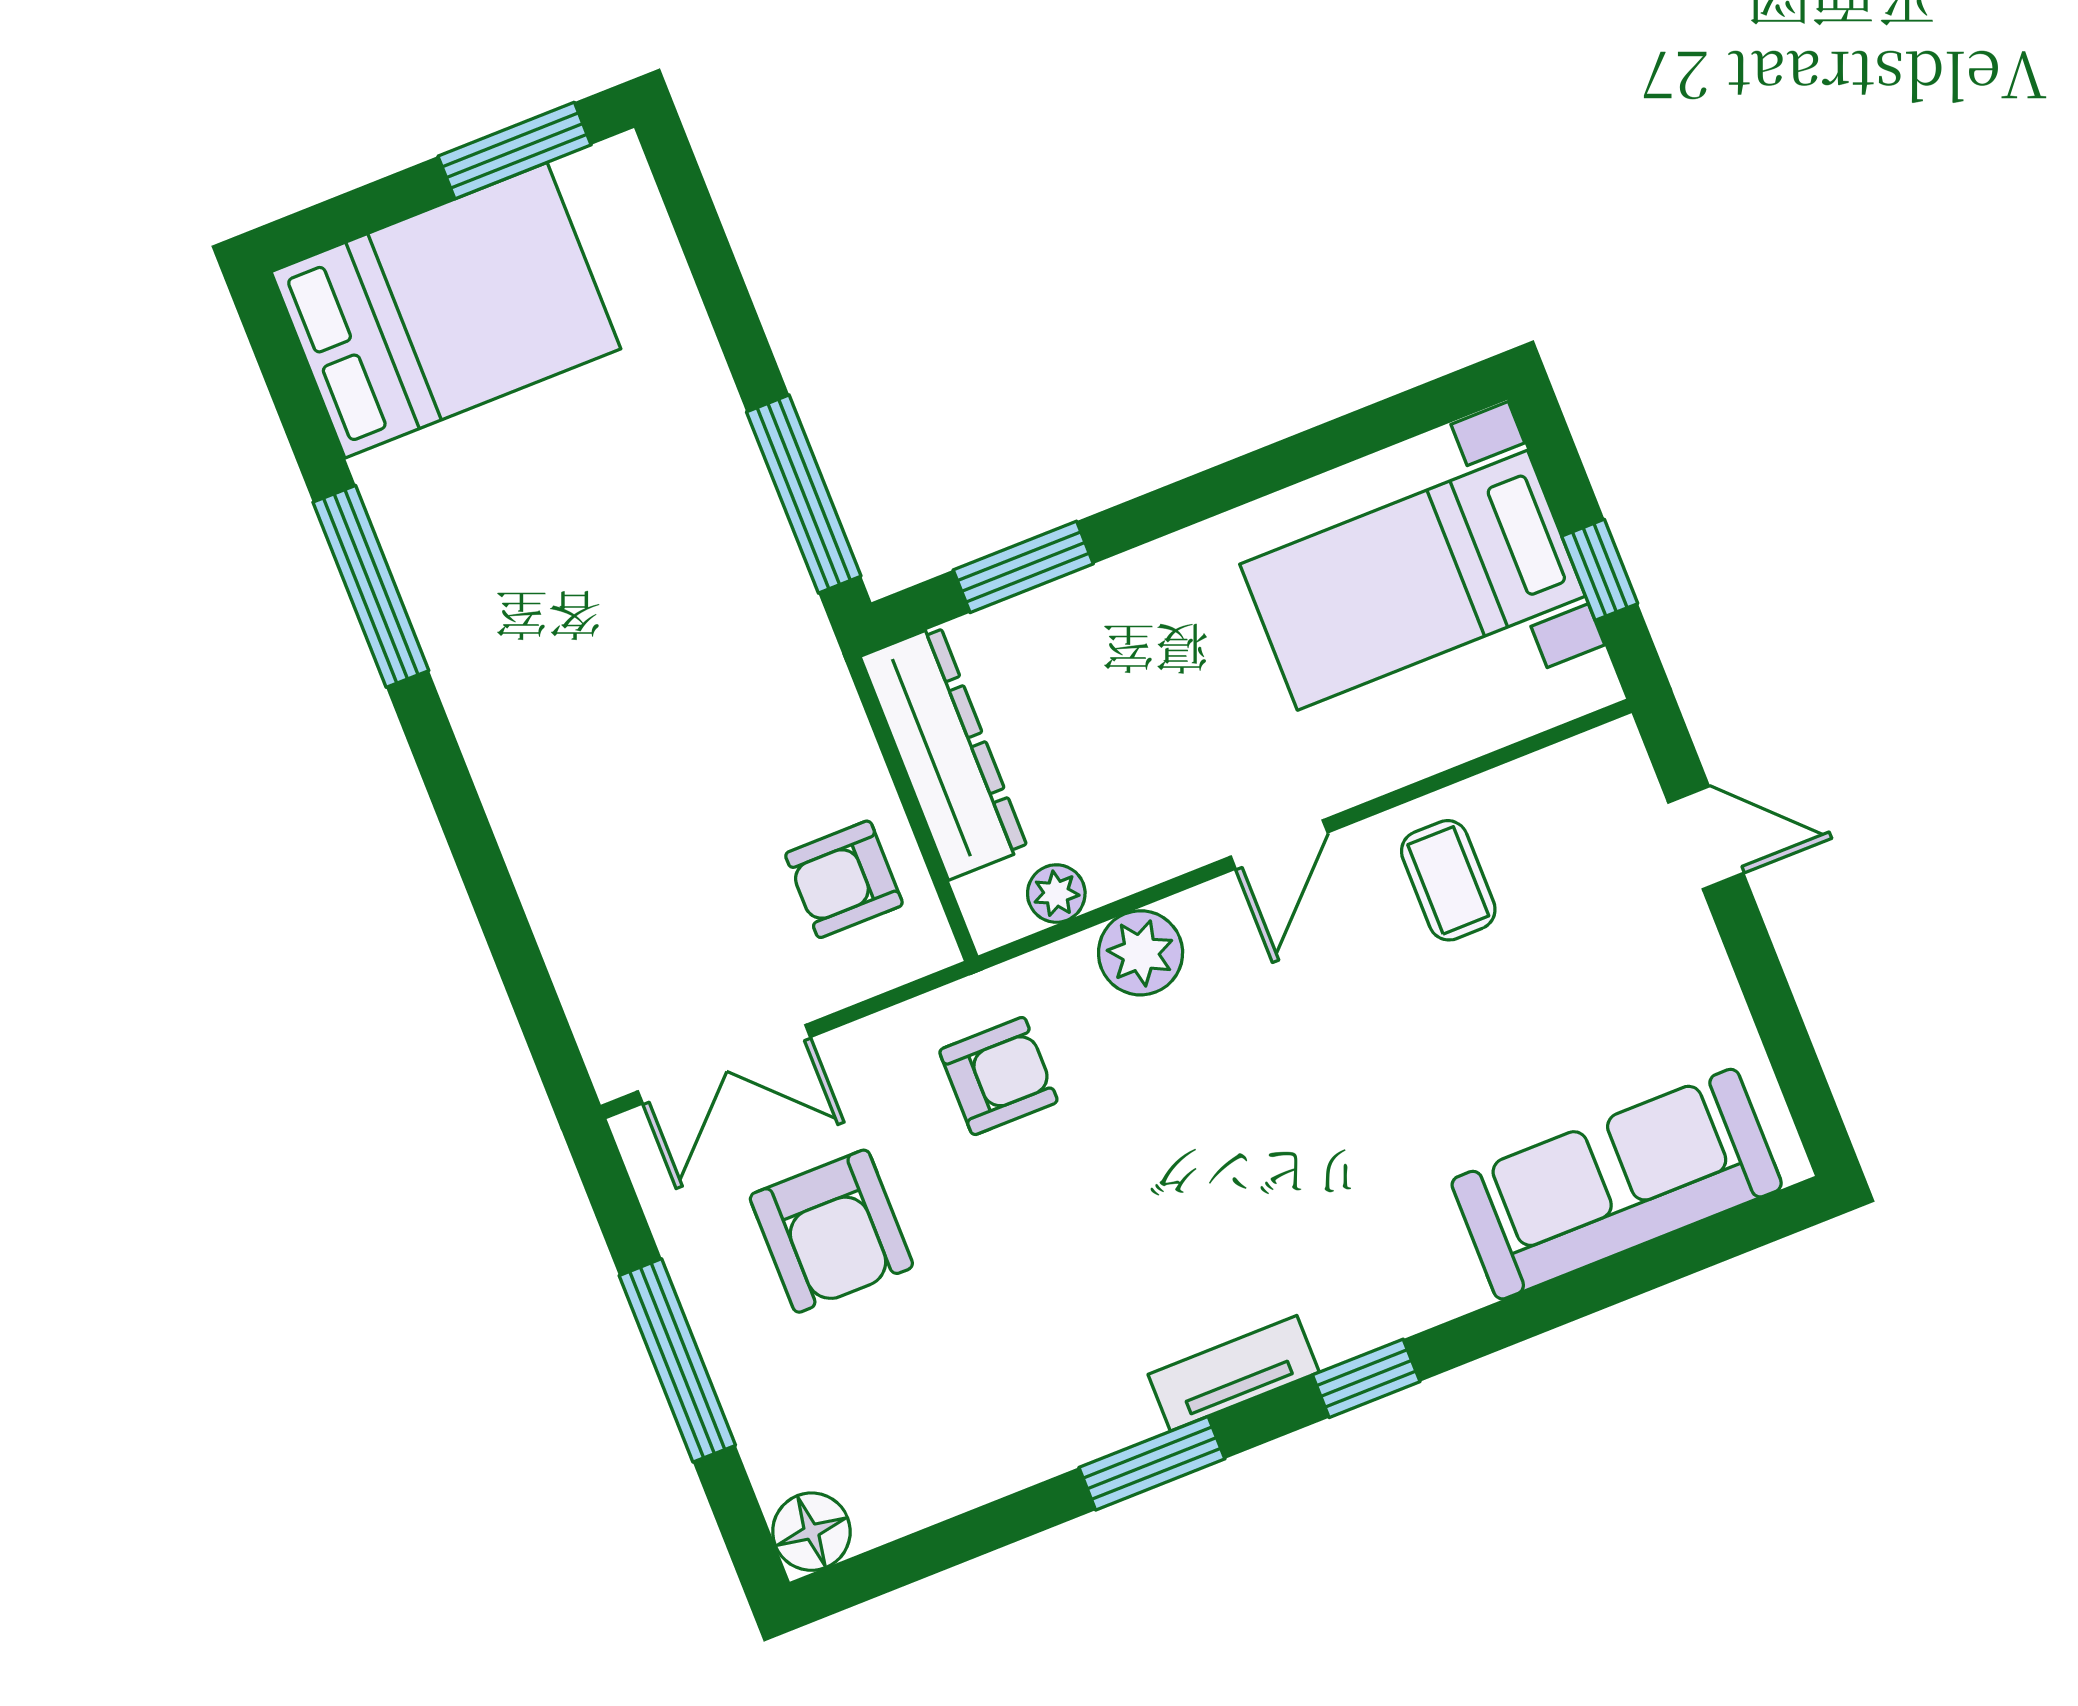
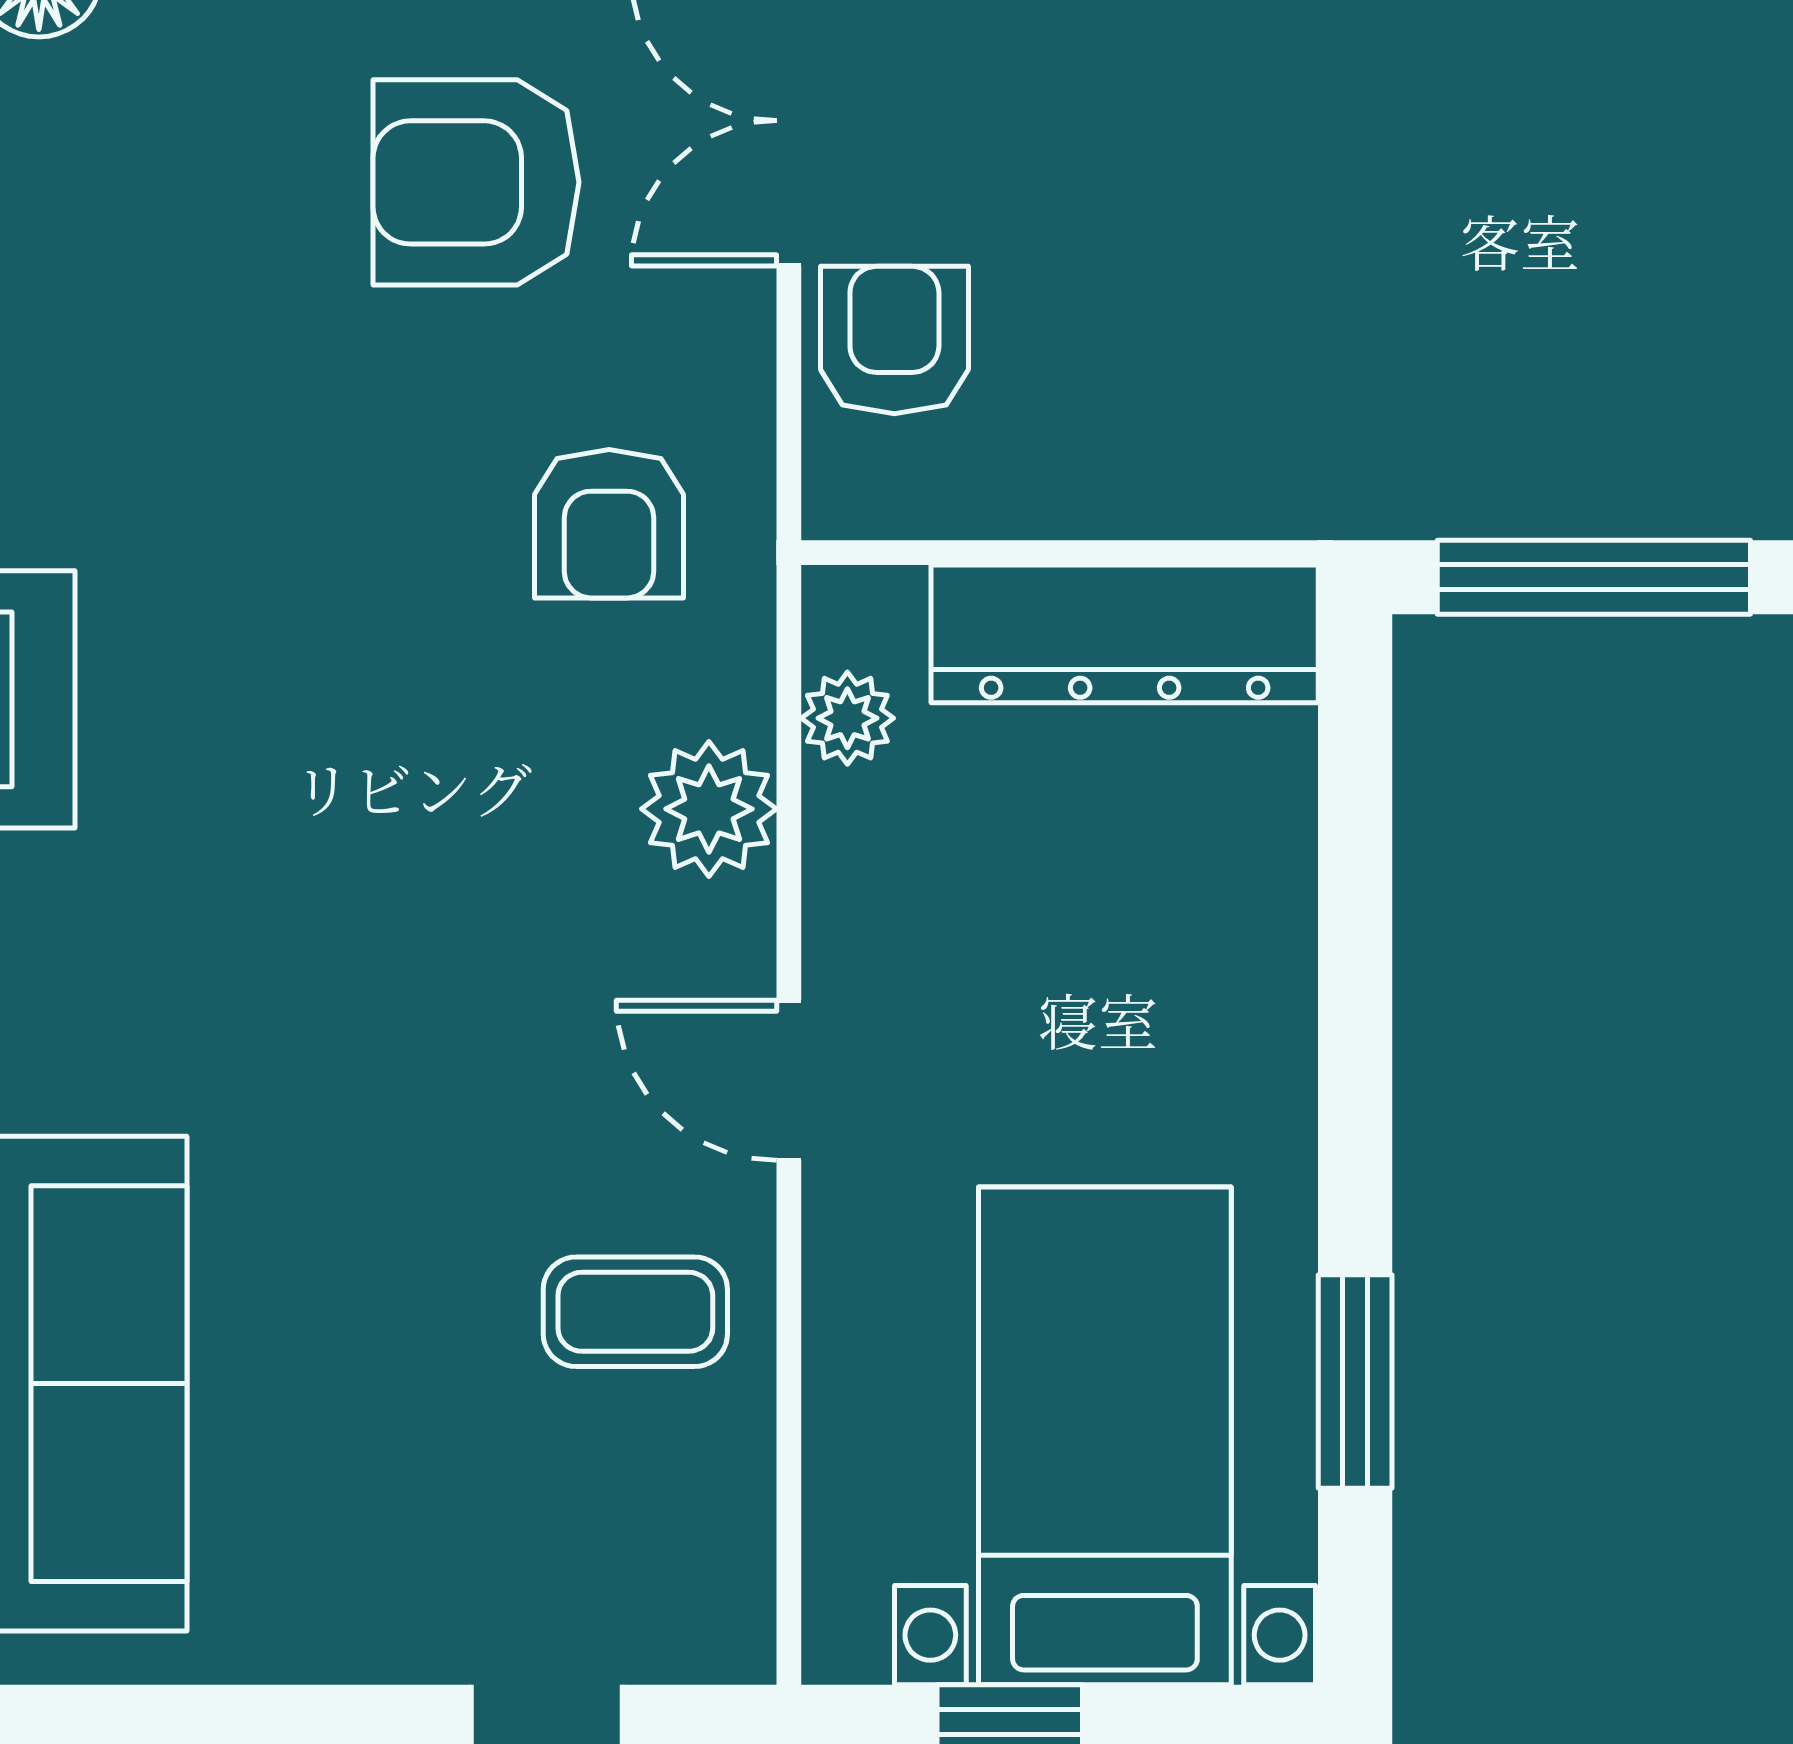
window: (1023, 567) -> (1355, 1382), moved
armchair: (844, 879) -> (894, 340), moved

